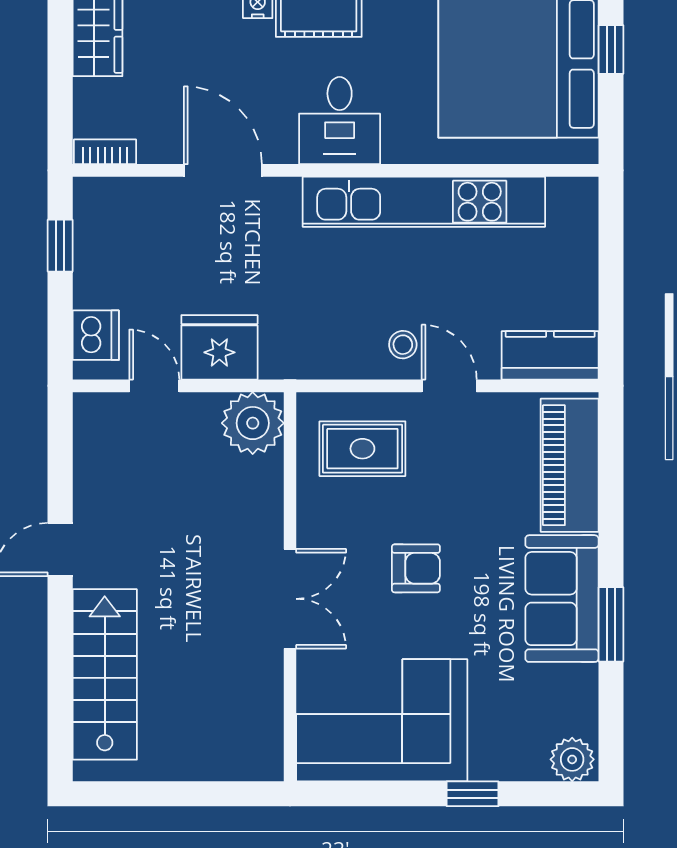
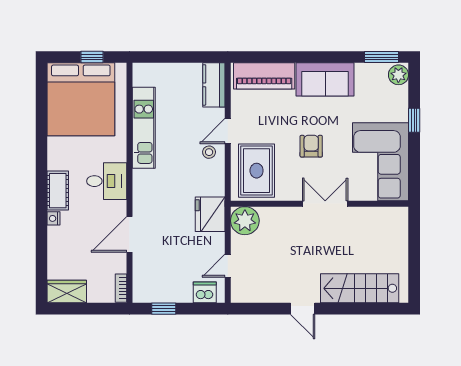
window: (611, 50) -> (92, 57), moved
kitchen unit: (424, 202) -> (144, 128), width x0.73
fridge: (219, 347) -> (210, 214), moved
rug: (362, 449) -> (257, 171), width x1.36, depth x1.43
window: (611, 624) -> (381, 57), moved

